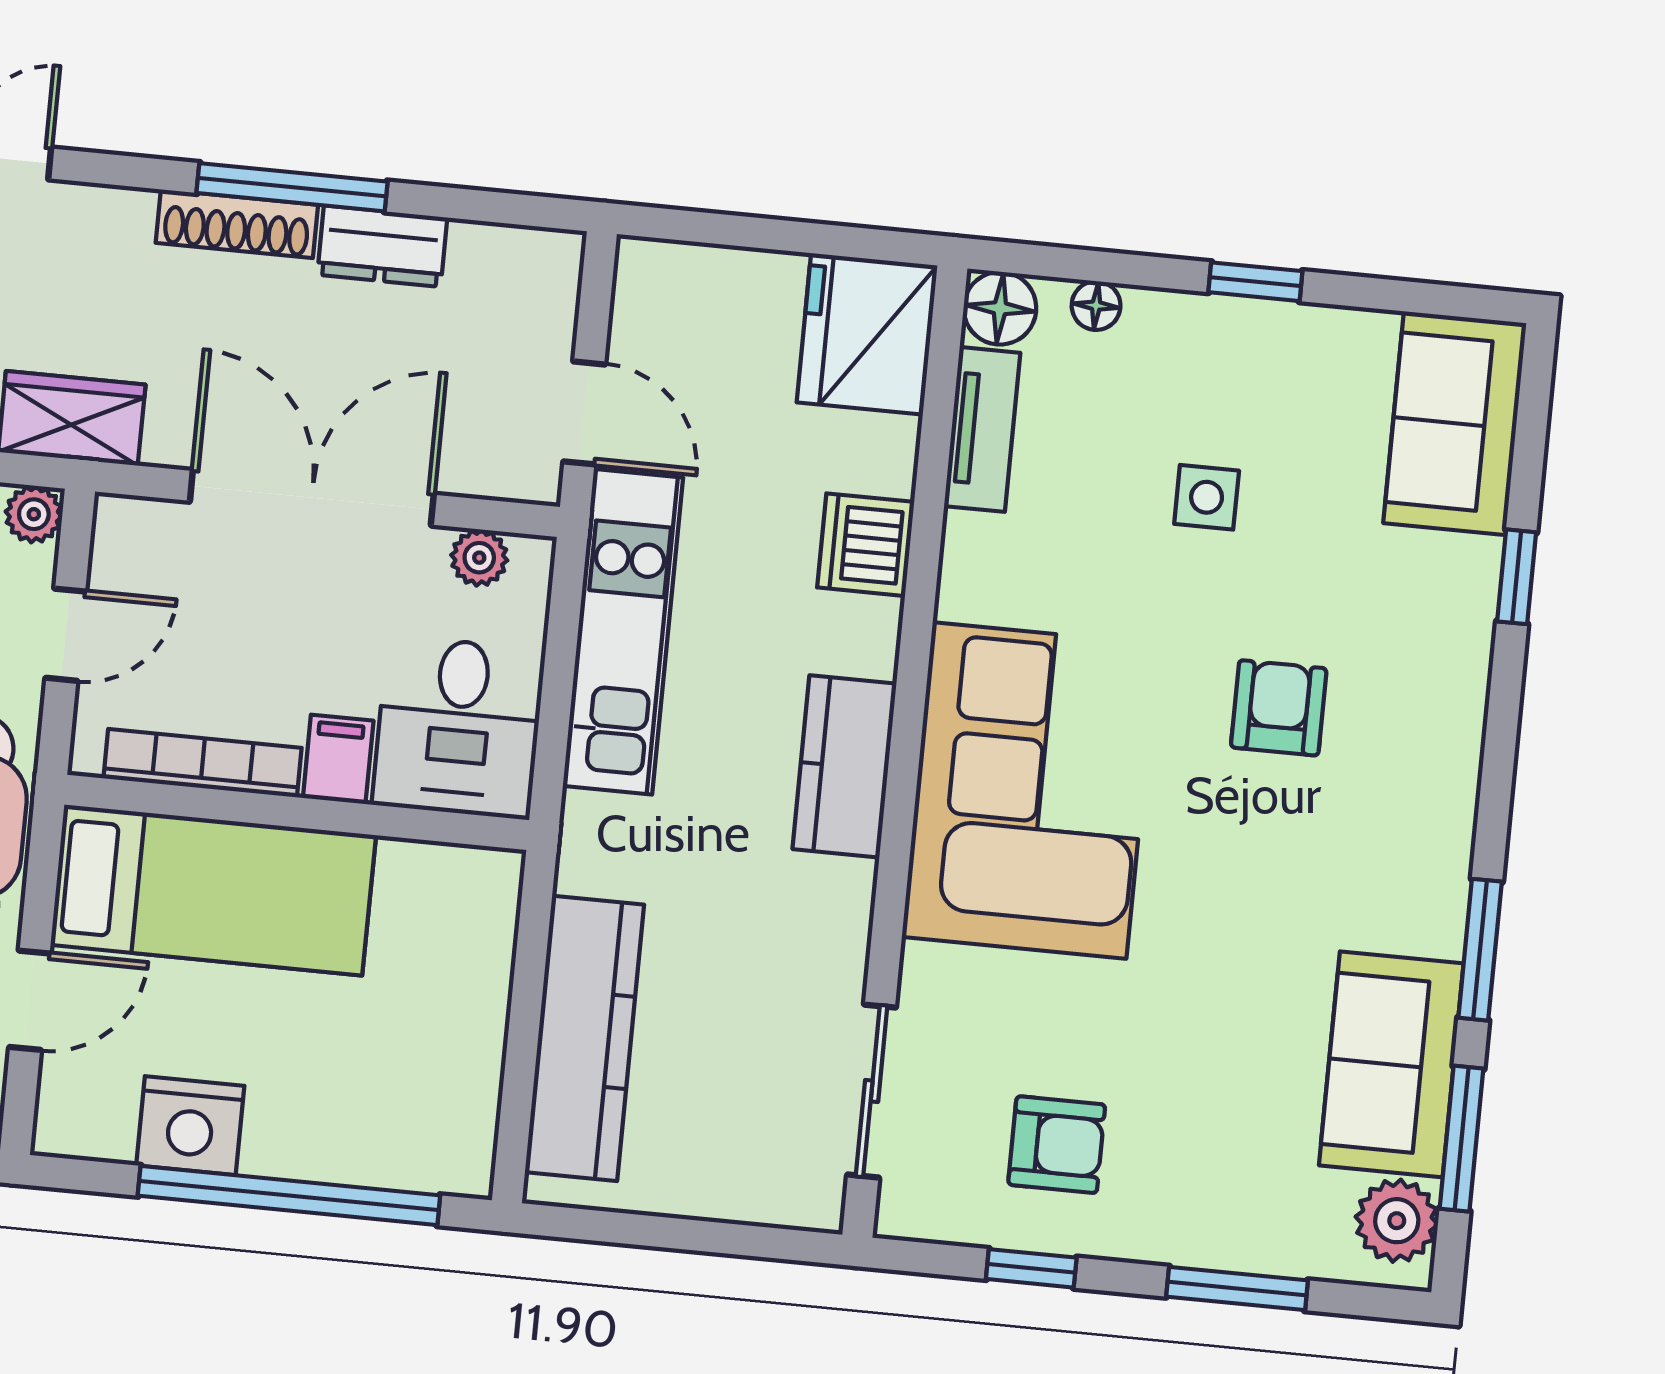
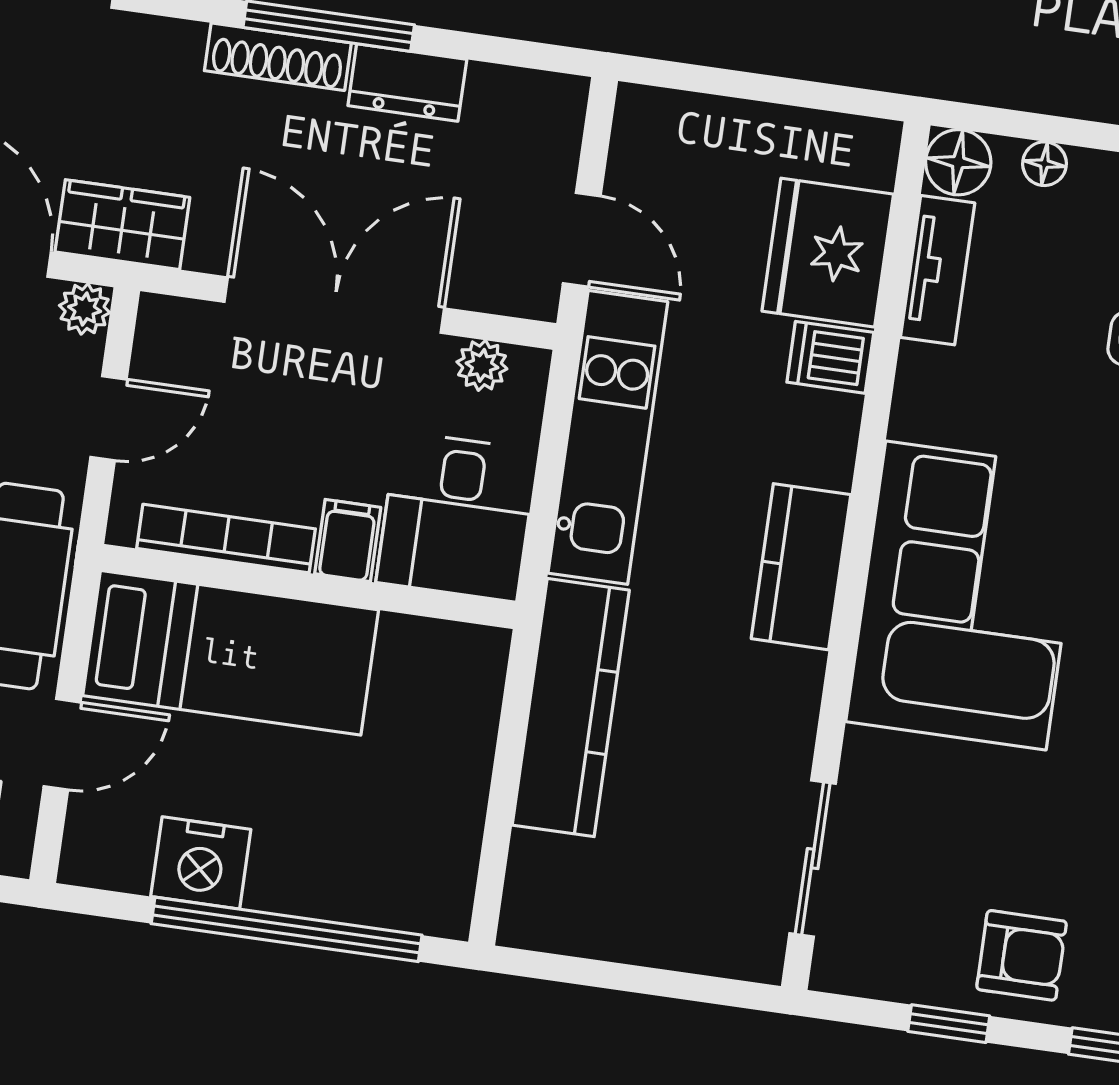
fridge: (867, 334) -> (828, 253), moved
dishwasher: (866, 545) -> (830, 357), width x0.73
kitchen counter: (585, 1038) -> (571, 708), moved
armchair: (1057, 1145) -> (1022, 955), moved

